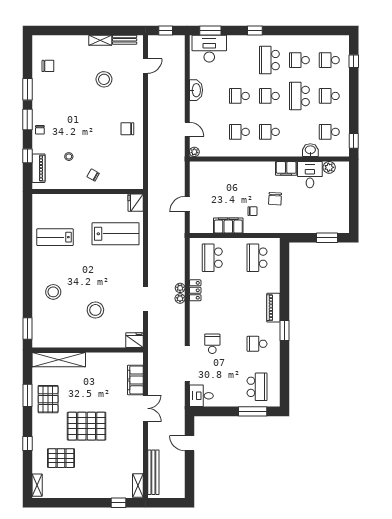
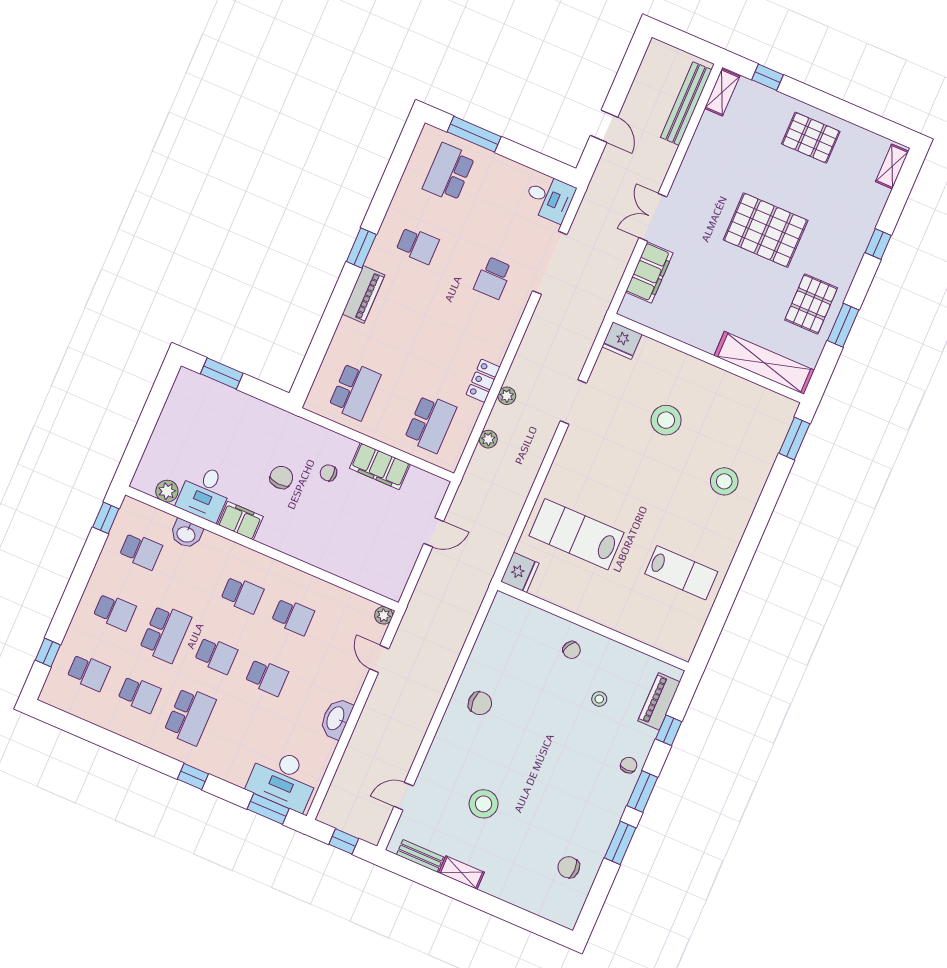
plant: (180, 298) -> (488, 439), moved
pallet: (61, 458) -> (811, 138), moved

